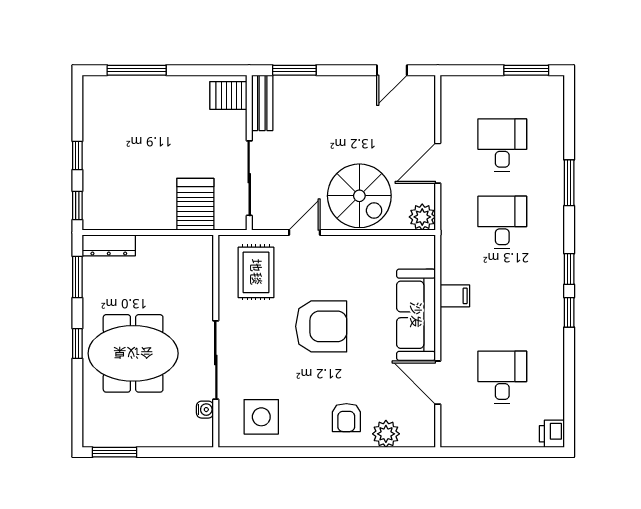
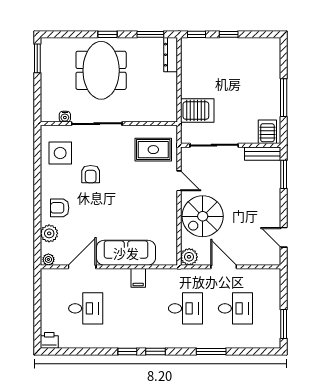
window: (137, 70) -> (284, 98), moved
armchair: (321, 326) -> (91, 174), moved, width x0.53, depth x0.53
plant: (426, 435) -> (48, 259), added

